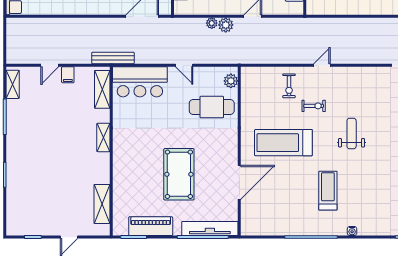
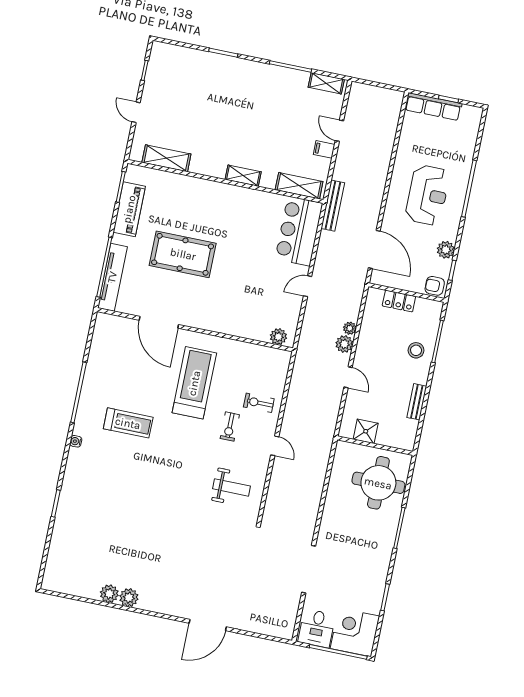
cafe table: (212, 107) -> (253, 308), removed
weight bench: (352, 134) -> (231, 487), moved

